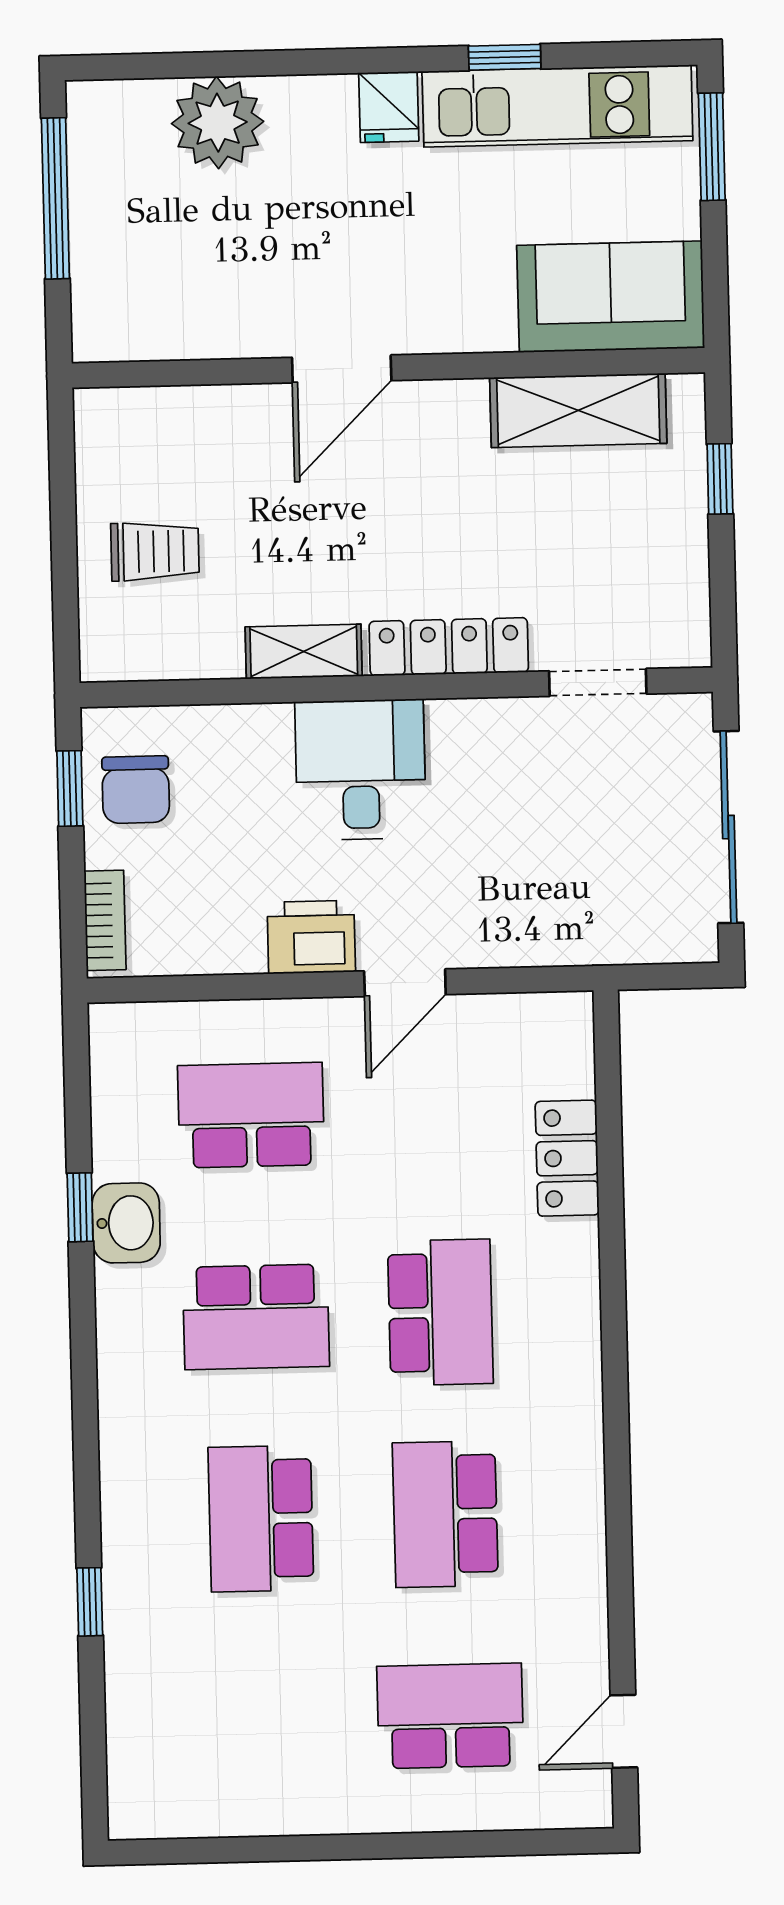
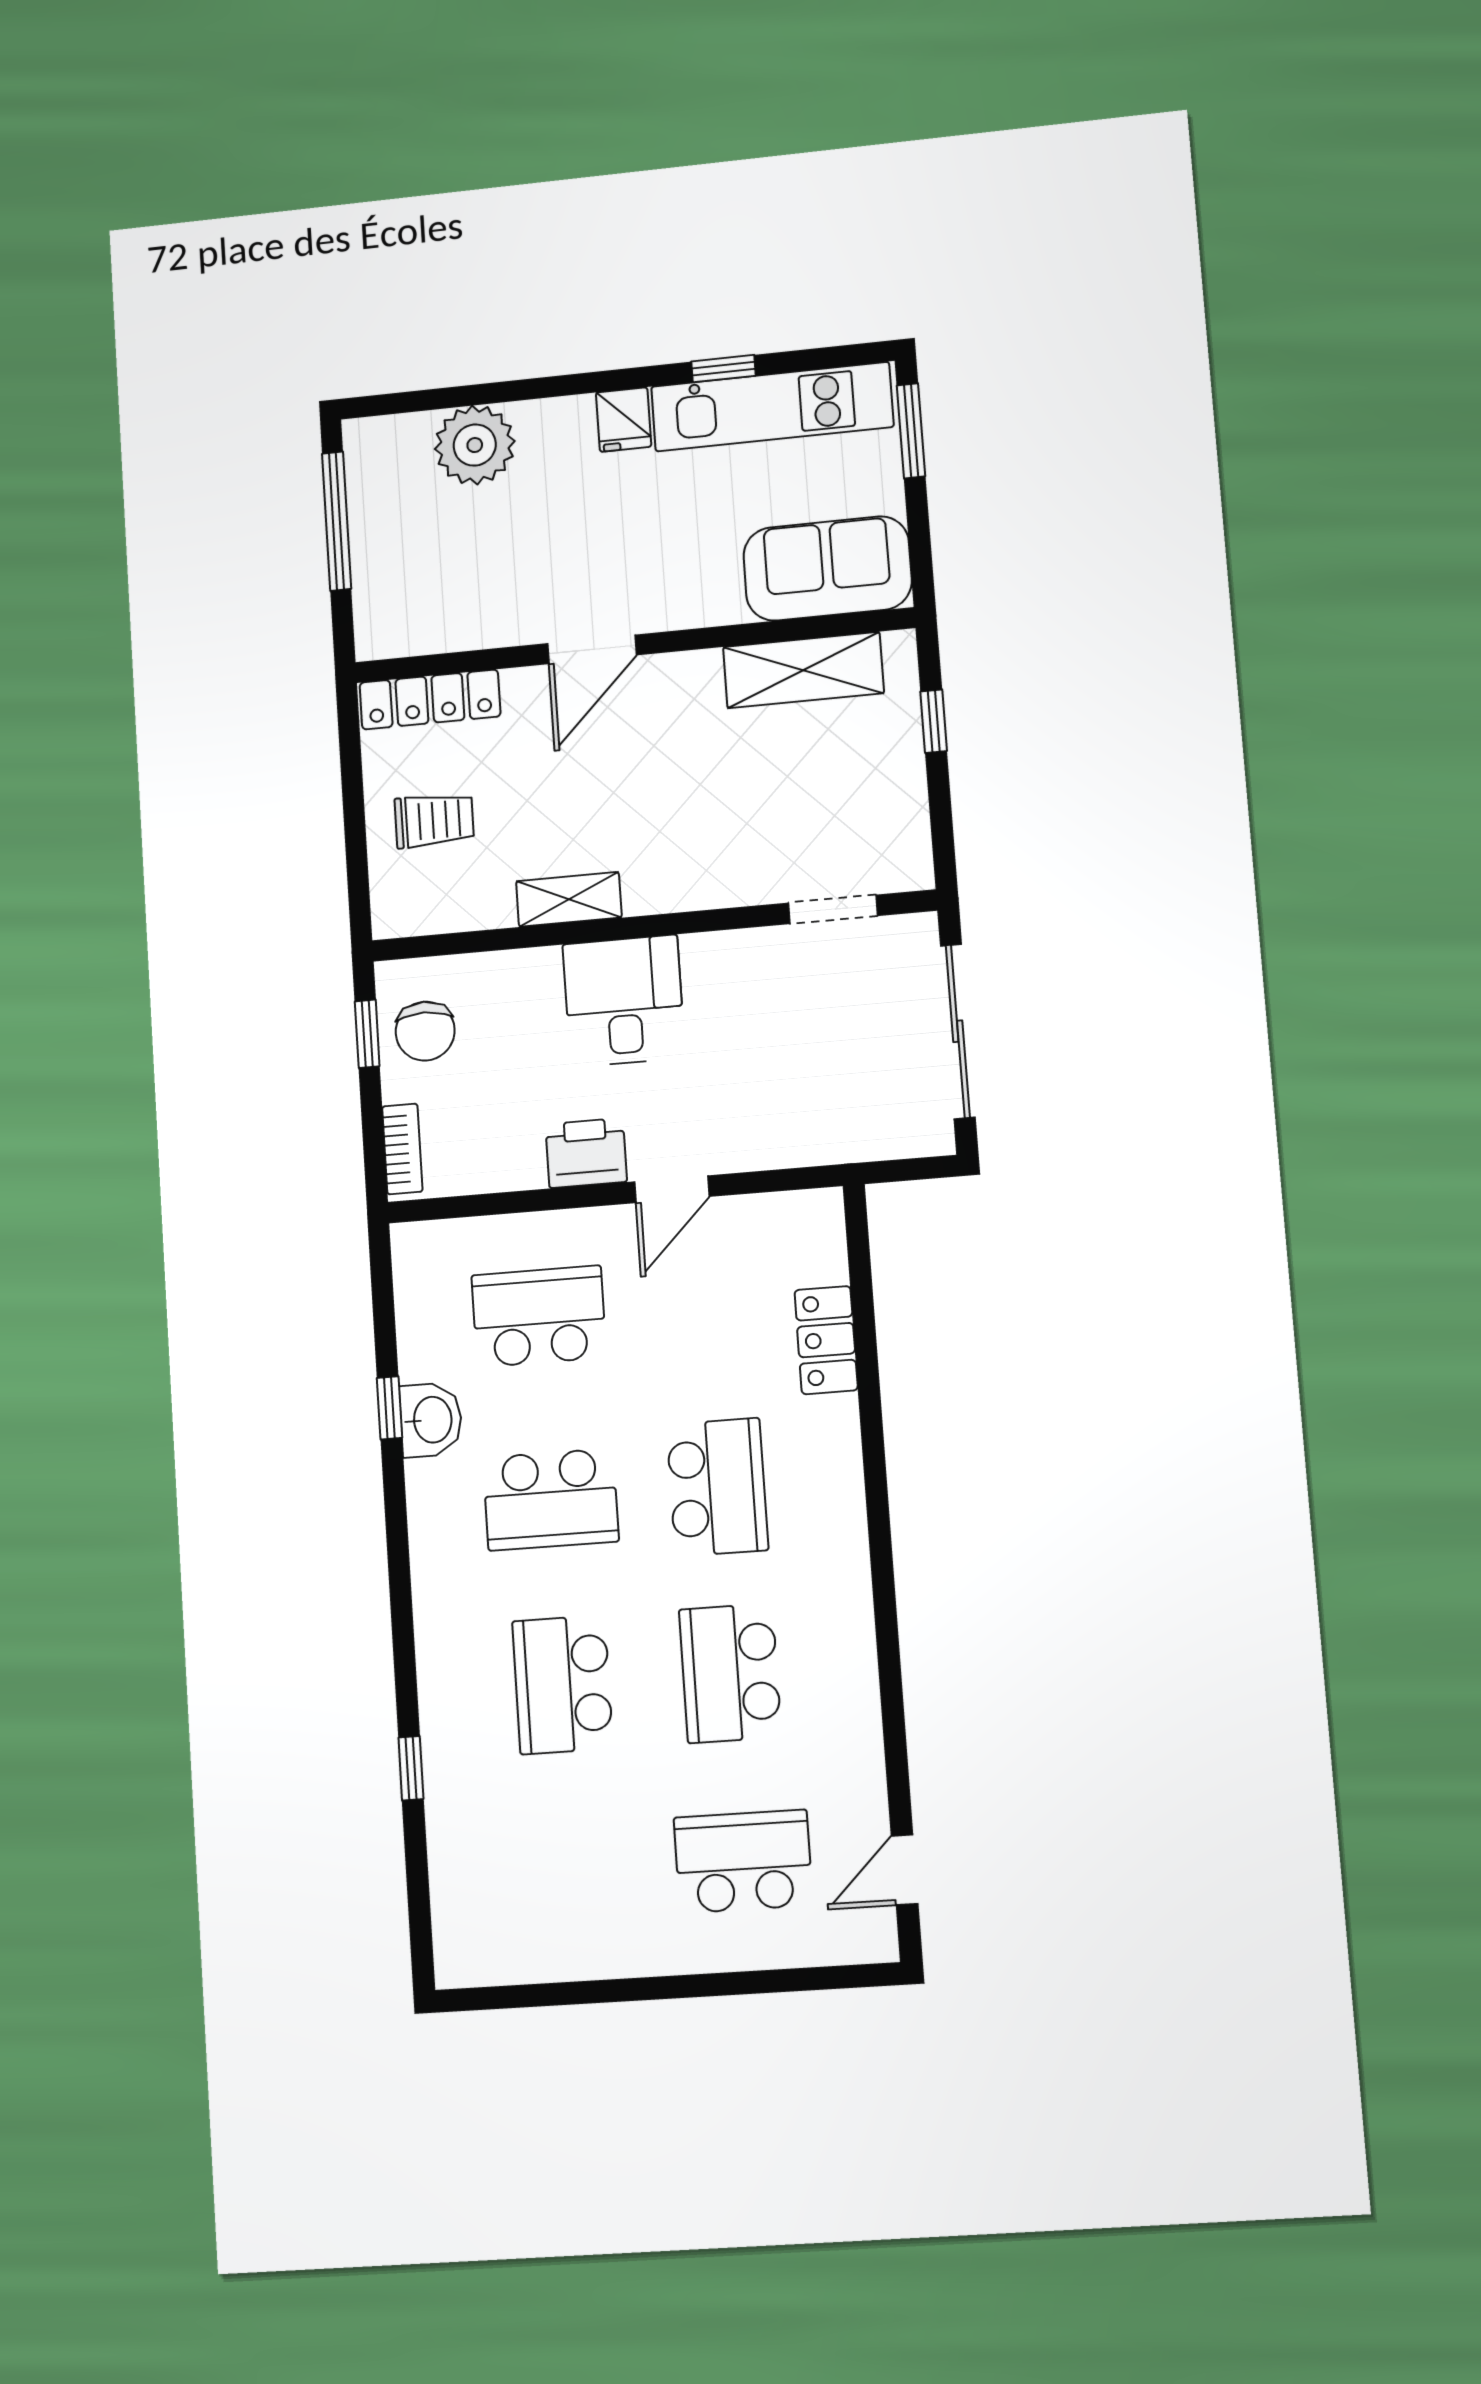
locker: (449, 647) -> (430, 700), moved, turned 180

